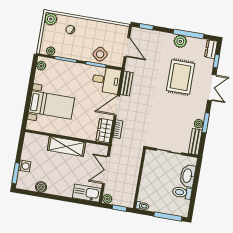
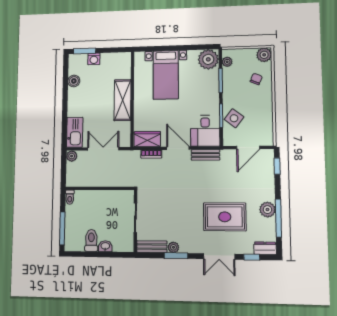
plant: (41, 66) -> (208, 59), width x1.87, depth x1.87
washbasin: (188, 176) -> (105, 246), width x0.52, depth x0.69
window: (119, 208) -> (63, 172), removed

